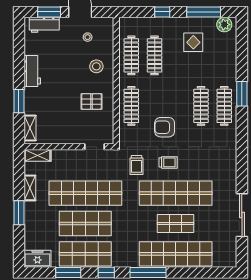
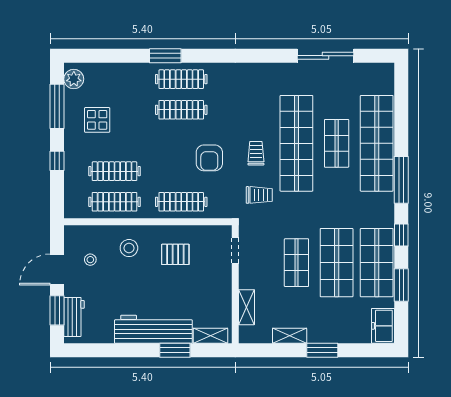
workbench: (32, 71) -> (153, 329), width x1.88, depth x1.32
pallet: (92, 101) -> (175, 254), turned 90
shelving: (37, 155) -> (247, 307), moved
shop shelf: (85, 193) -> (296, 263), width x0.50, depth x0.74

